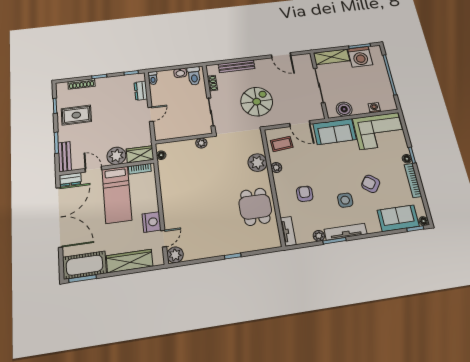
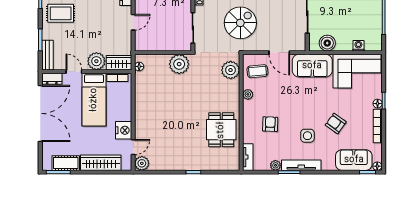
plant: (201, 143) -> (179, 64), width x1.88, depth x1.88
plant: (257, 163) -> (231, 70), moved
cot: (84, 265) -> (66, 163), width x0.73, depth x0.75

